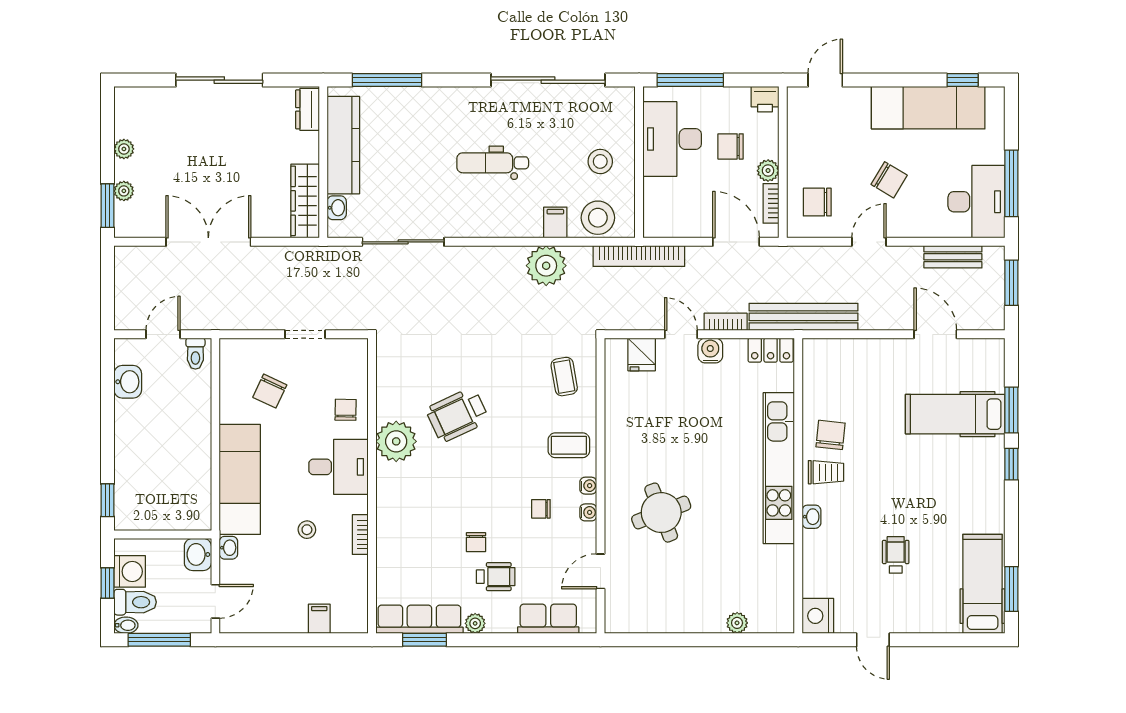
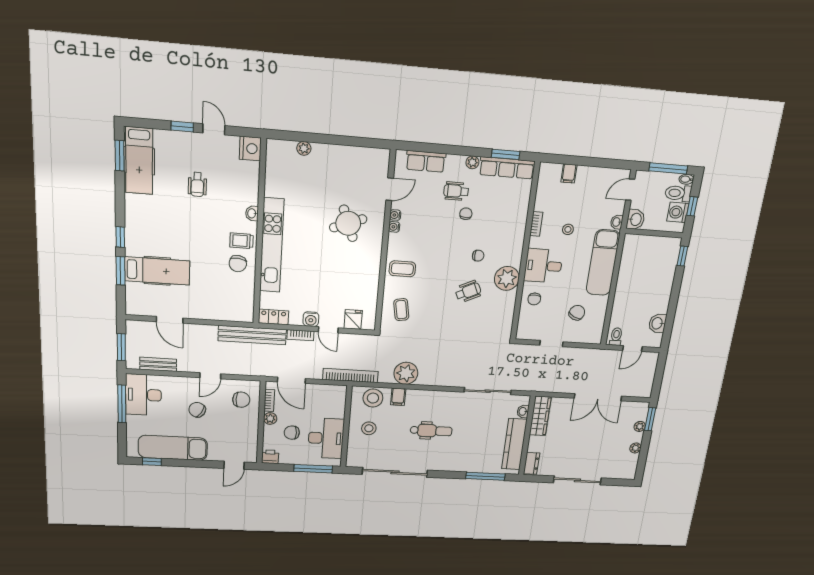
chair: (731, 146) -> (292, 433), turned 180
wheelchair: (457, 415) -> (468, 292), width x0.73, depth x0.73
water cooler: (588, 486) -> (395, 215), moved
chair: (541, 509) -> (478, 256), moved
window: (920, 640) -> (182, 127), added

